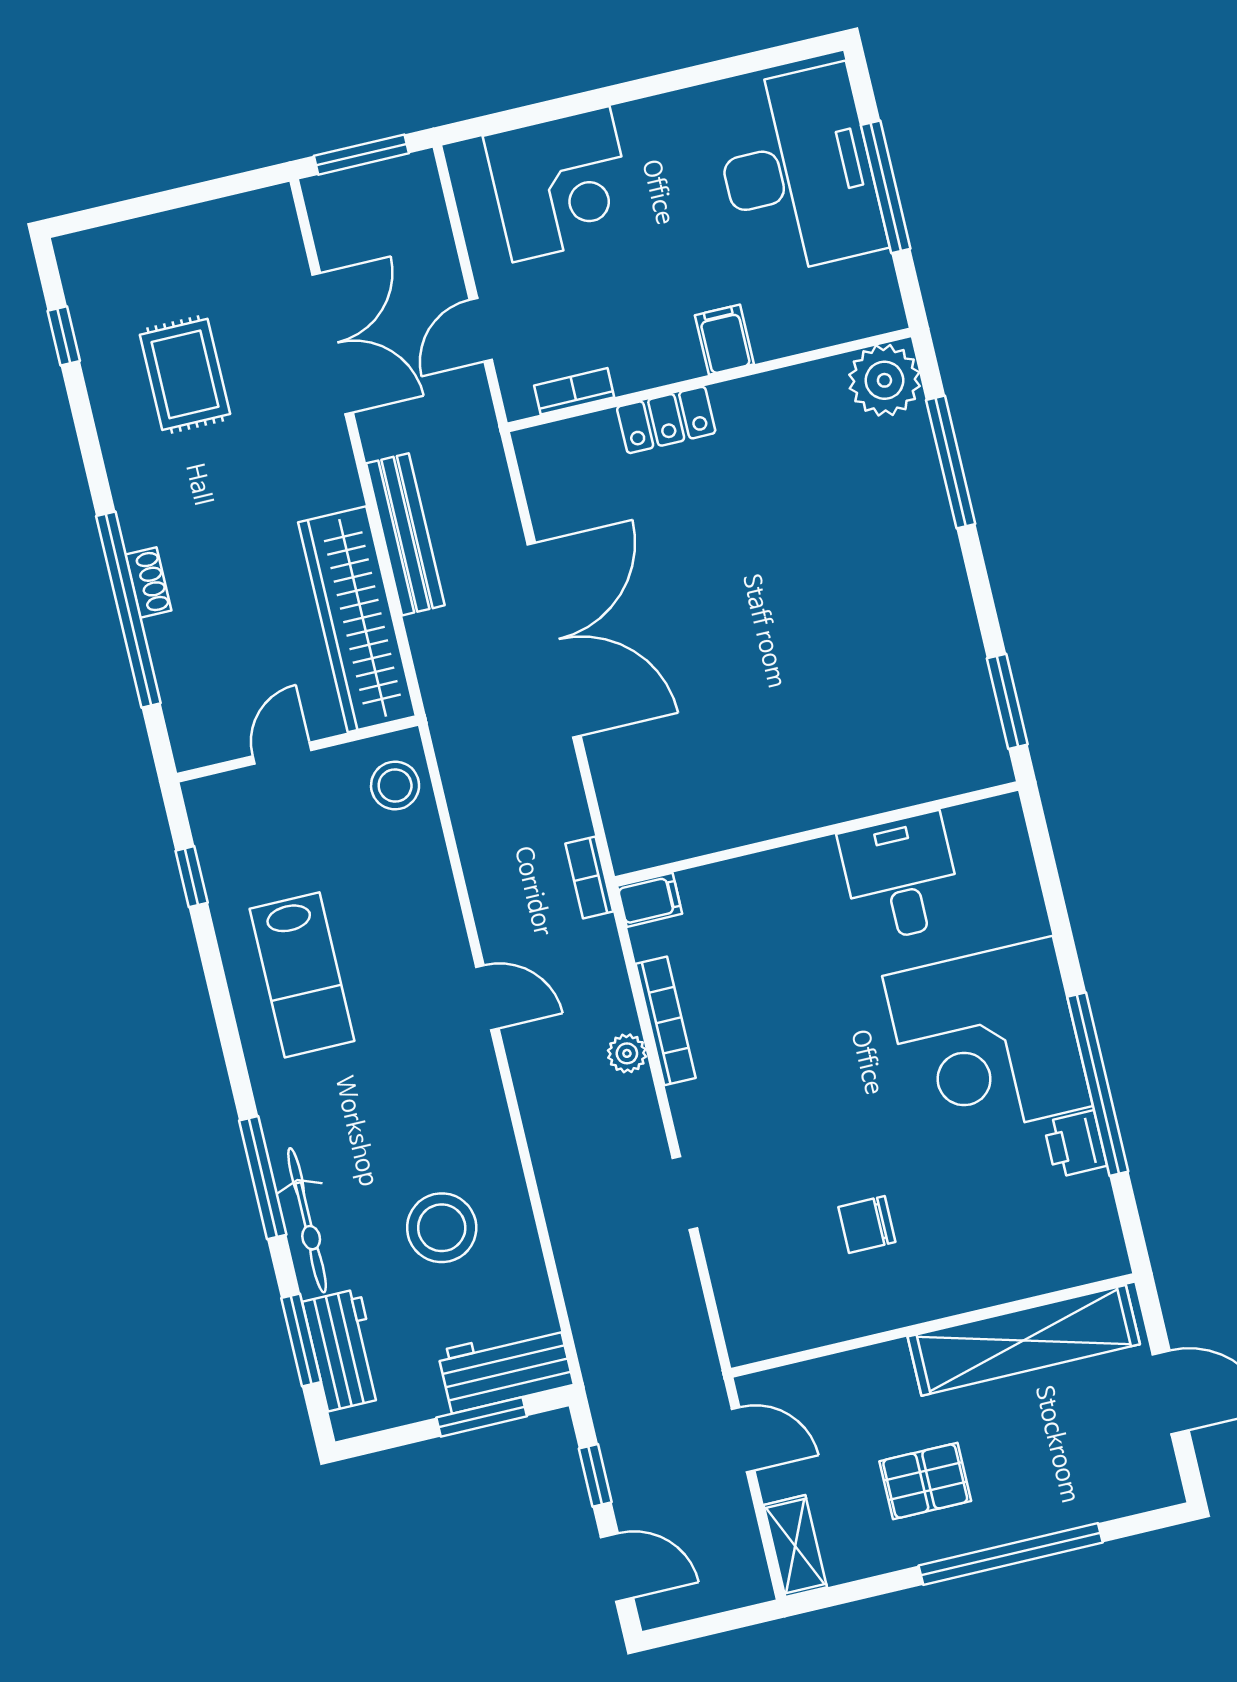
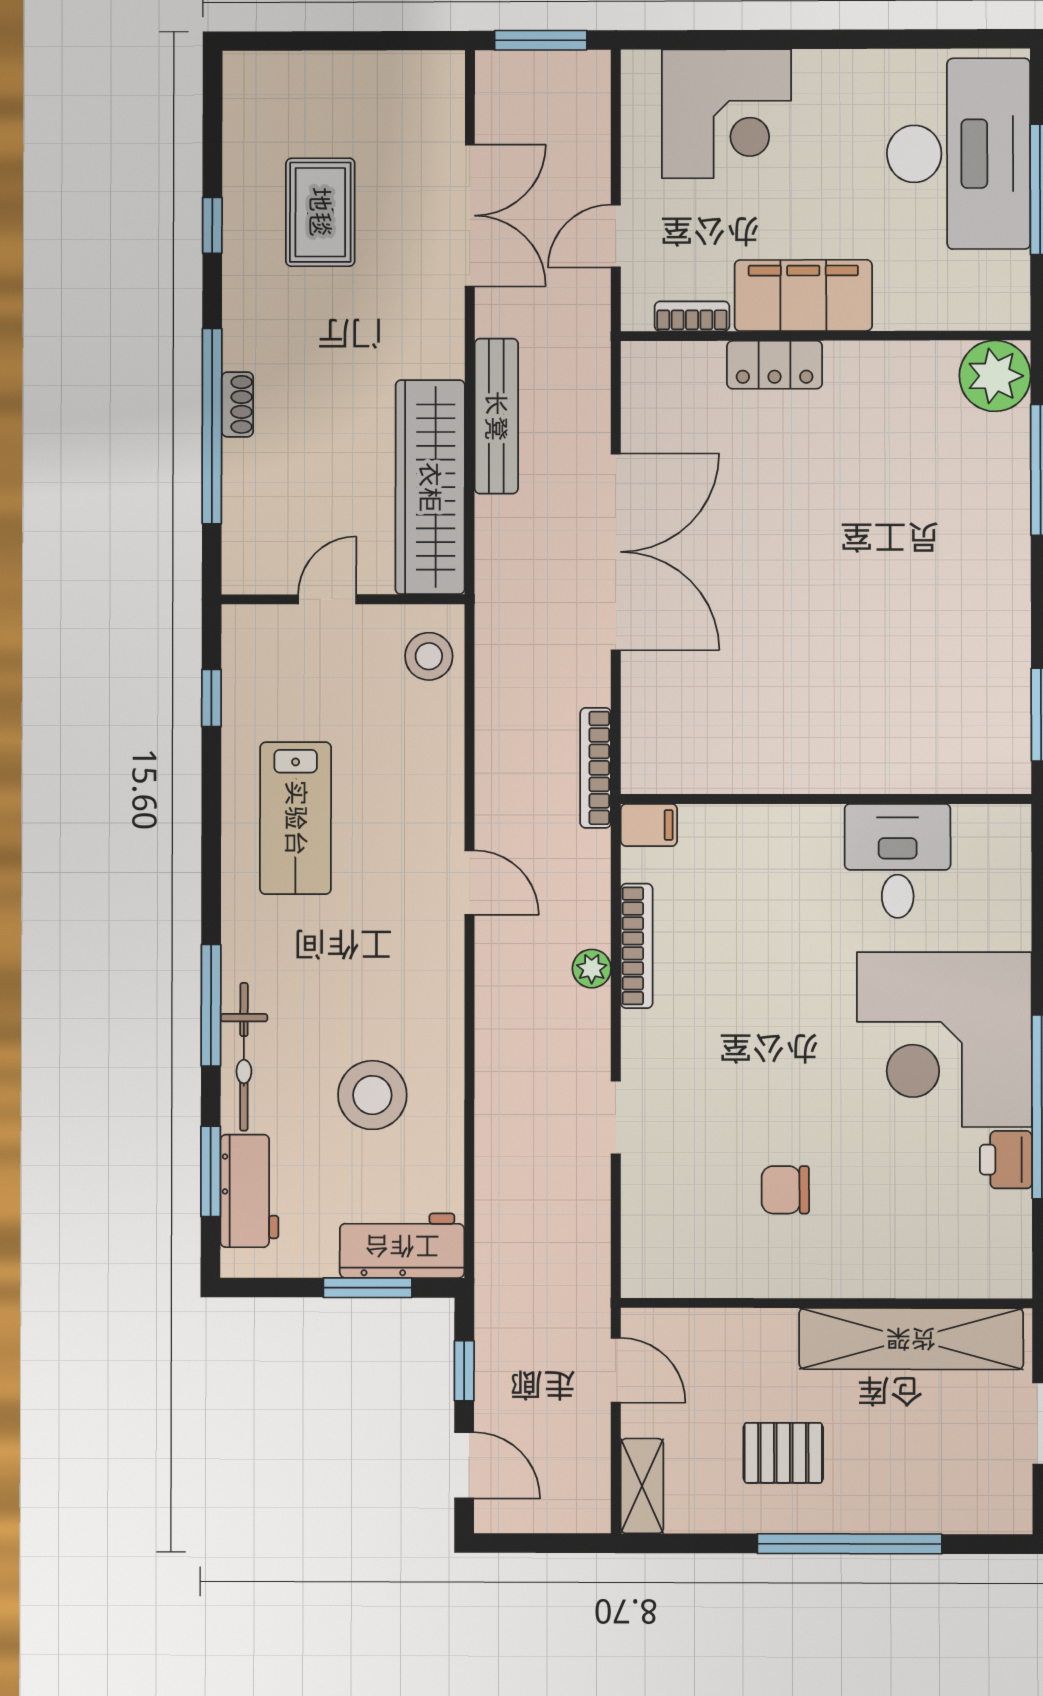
window: (64, 336) -> (212, 225), moved
filing cabinet: (724, 340) -> (803, 295), width x3.00, depth x1.17
bookcase: (589, 877) -> (596, 768), width x1.56

